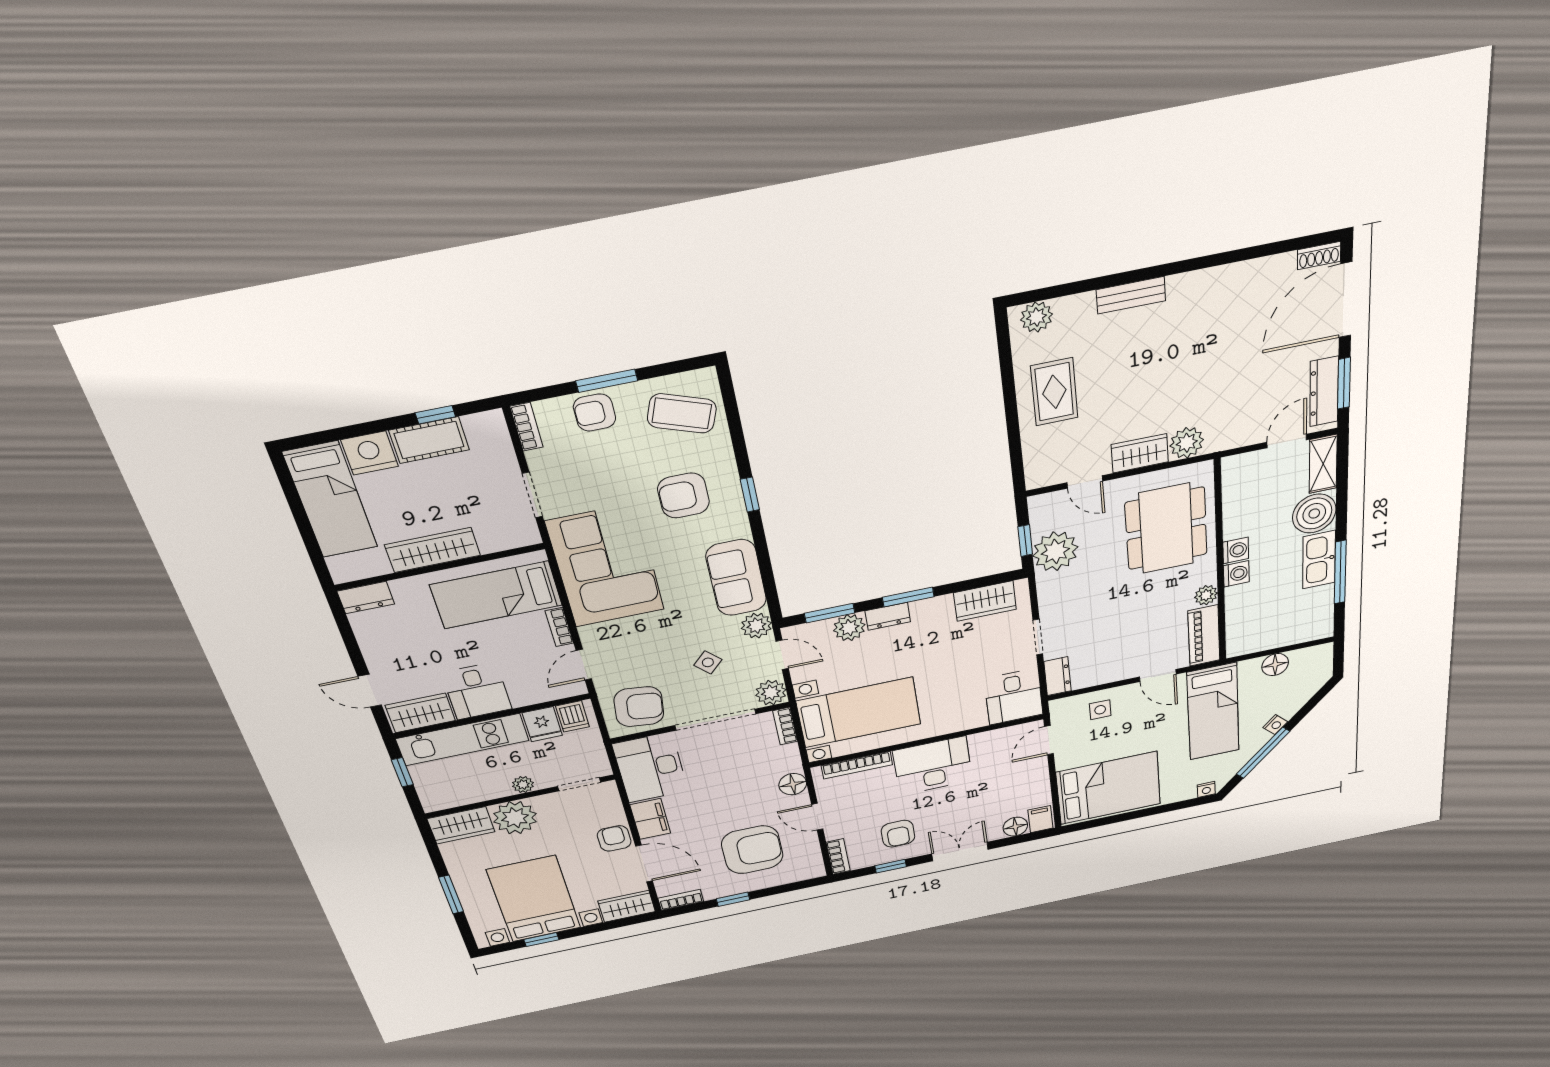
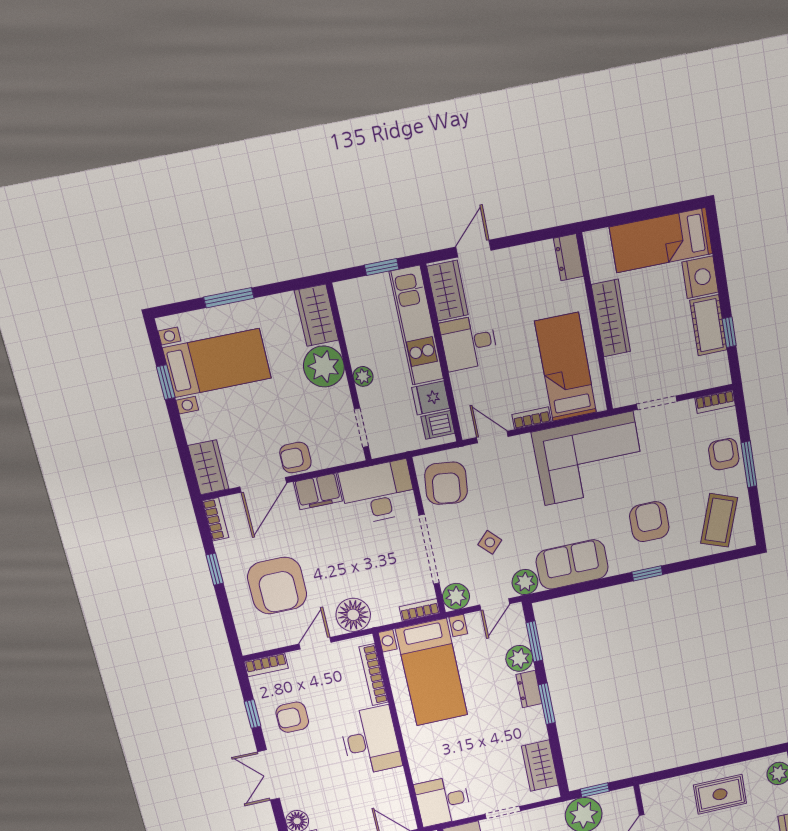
floor lamp: (793, 784) -> (353, 615), width x1.38, depth x1.38
armchair: (614, 838) -> (295, 458), turned 180
double door: (960, 852) -> (269, 775), swing flipped
bed with nightstands: (534, 899) -> (217, 363), width x0.73

